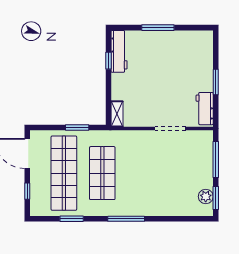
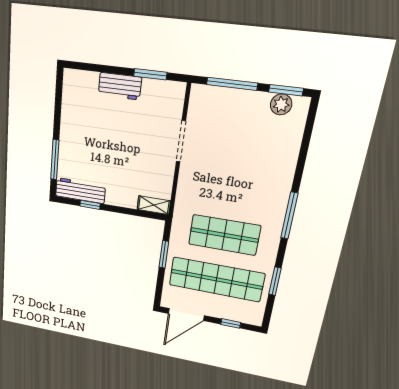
window: (158, 28) -> (55, 160), moved
window: (216, 82) -> (150, 74), moved
workbench: (205, 109) -> (120, 86), moved

